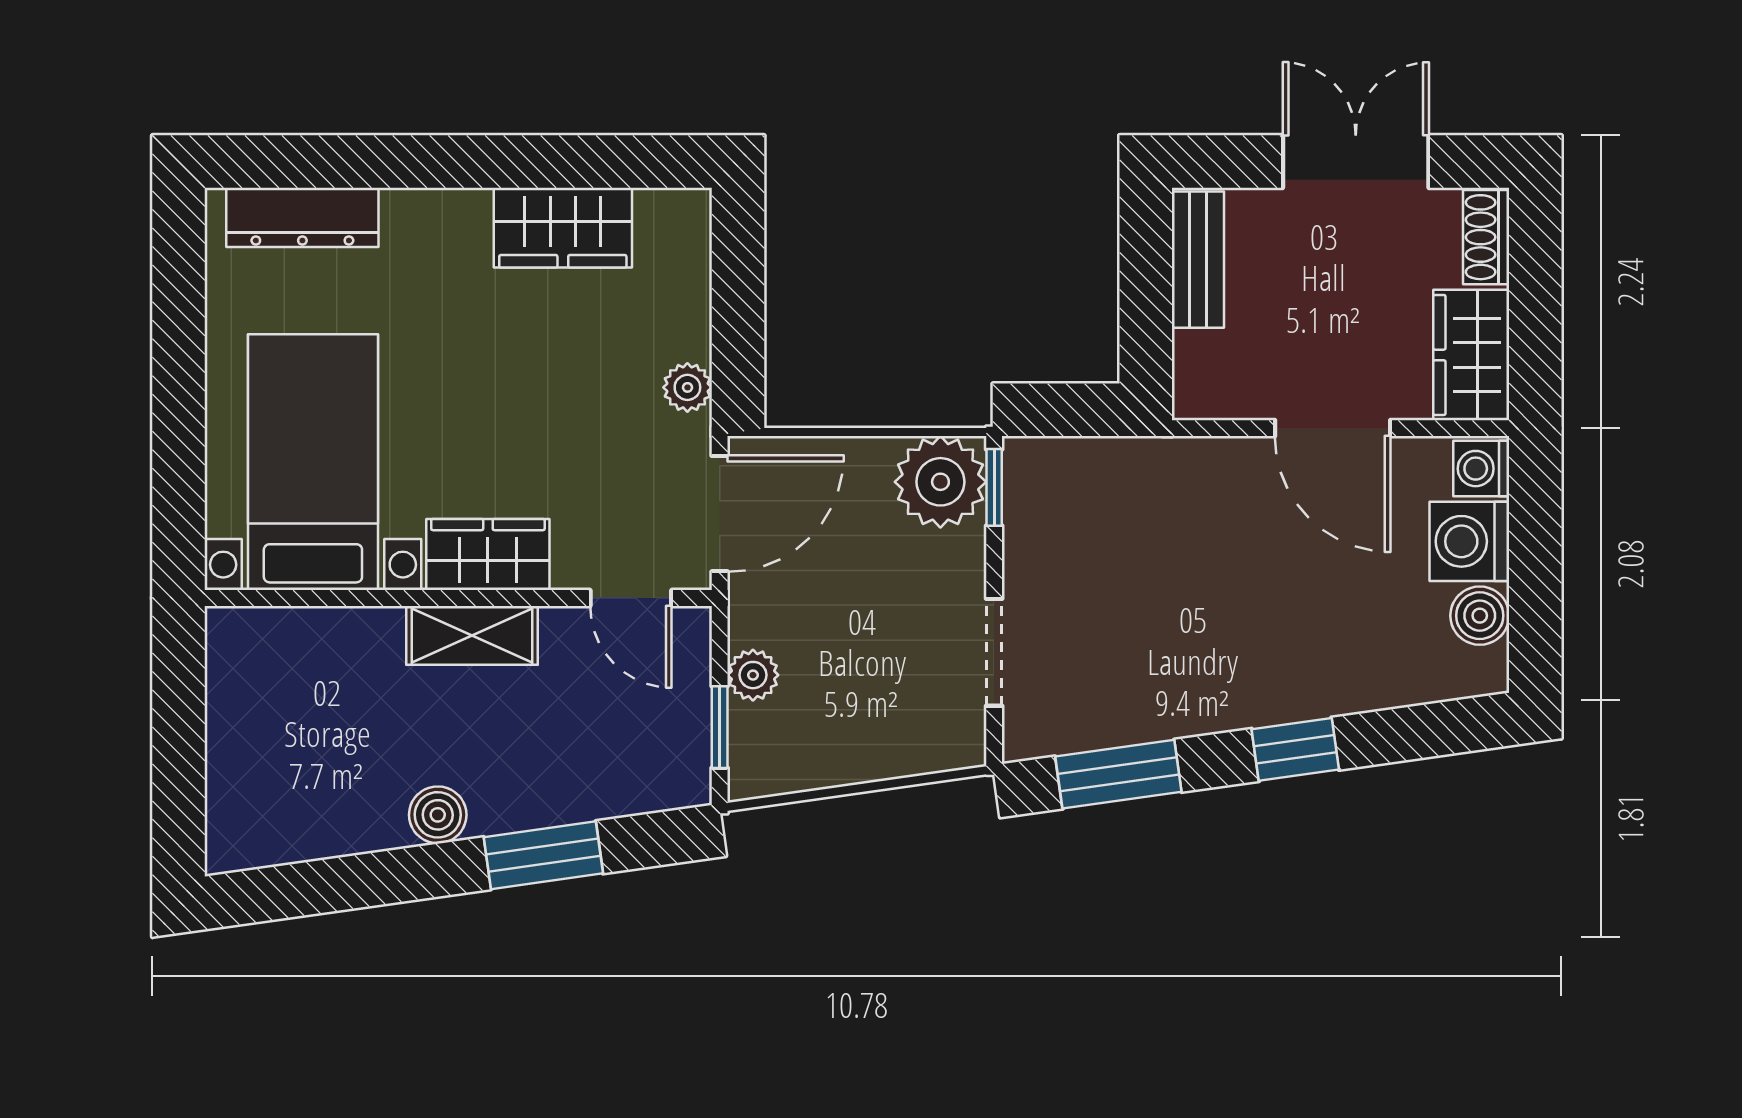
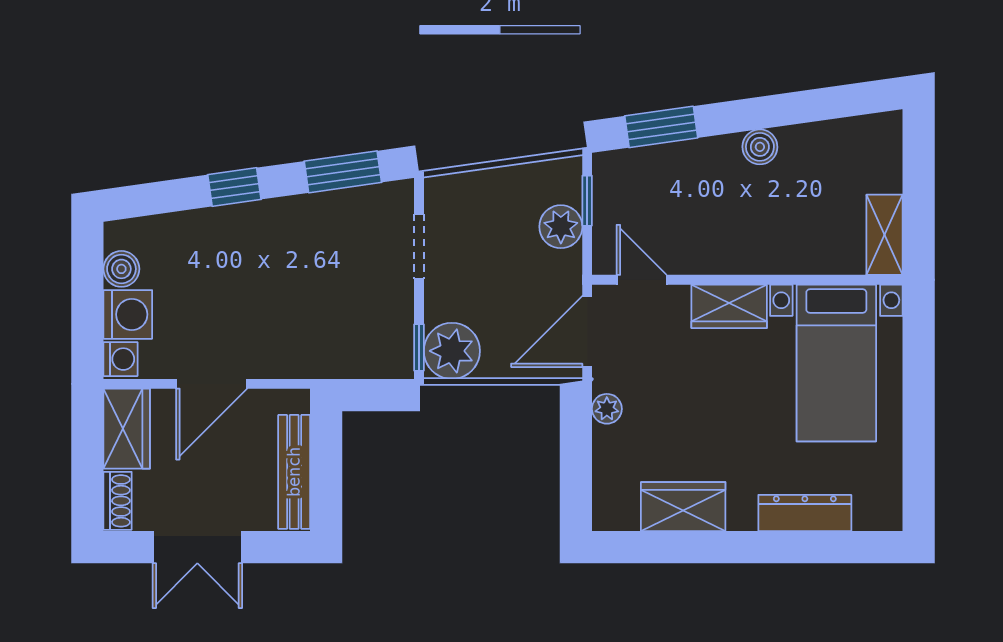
dresser: (302, 217) -> (805, 513), moved
bench: (1198, 260) -> (294, 472), width x1.36
door: (1333, 428) -> (212, 384), swing flipped
shelving: (472, 635) -> (885, 235), moved, turned 90
plant: (753, 675) -> (561, 227), width x1.38, depth x1.38
window: (543, 855) -> (661, 127), moved

